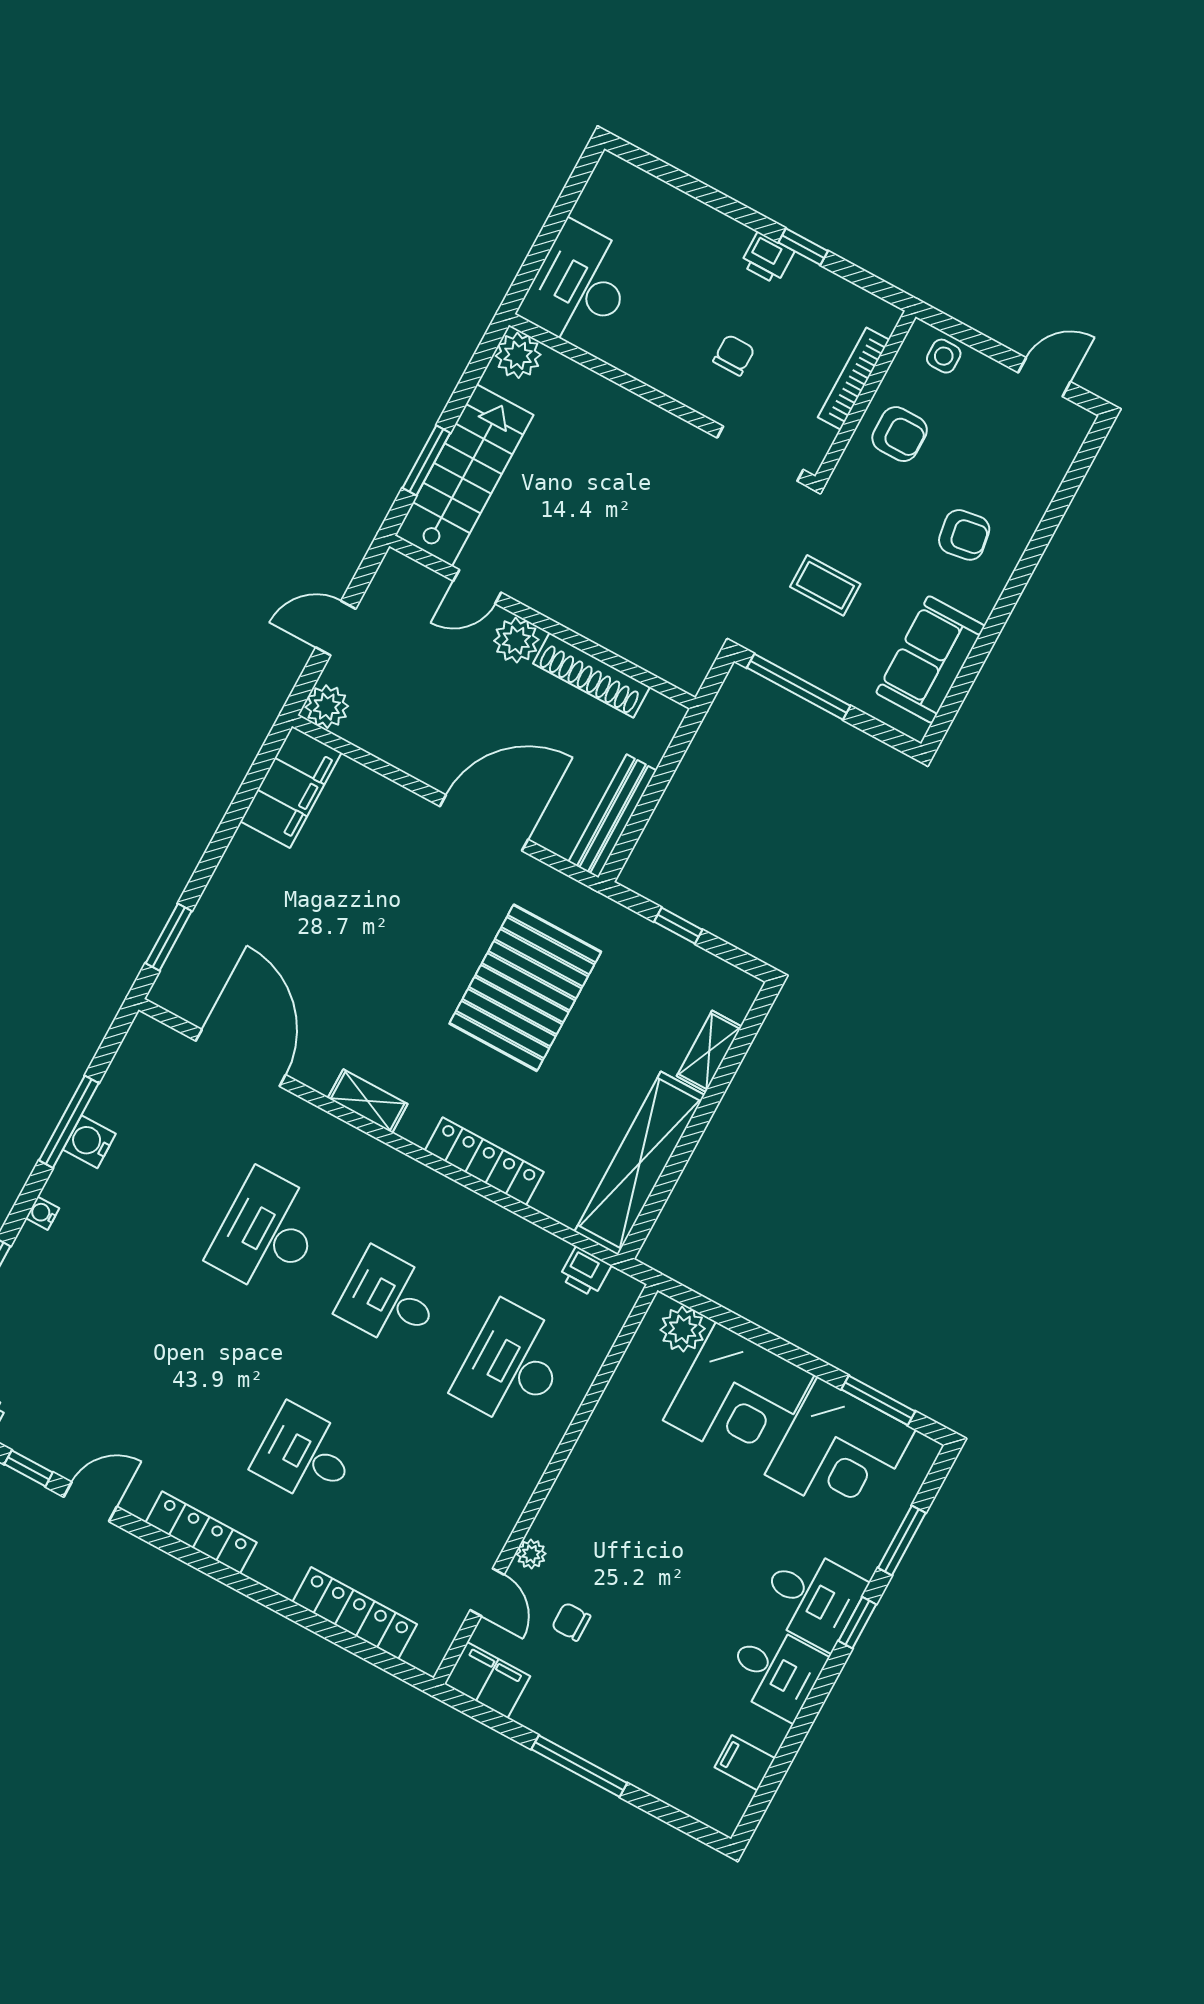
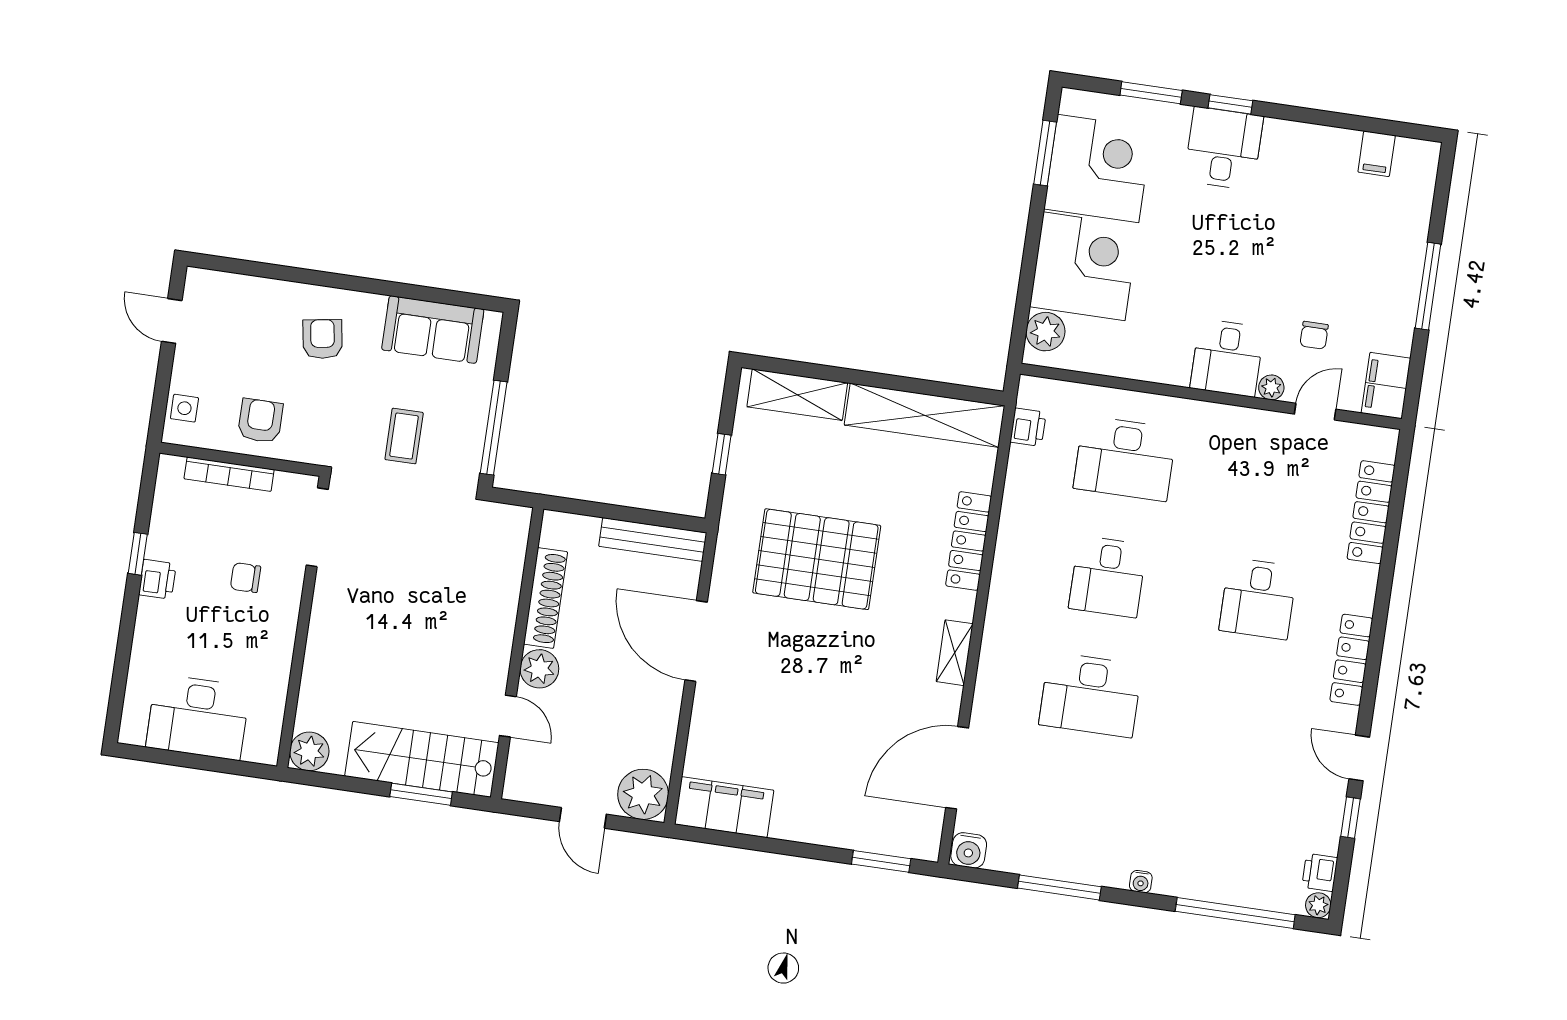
desk: (579, 286) -> (198, 717), moved
plant: (327, 707) -> (643, 794), width x1.36, depth x1.36
shelving: (709, 1051) -> (797, 395), width x1.50, depth x1.33
water cooler: (89, 1142) -> (969, 850), moved
desk: (775, 1671) -> (1227, 358), moved, turned 180

